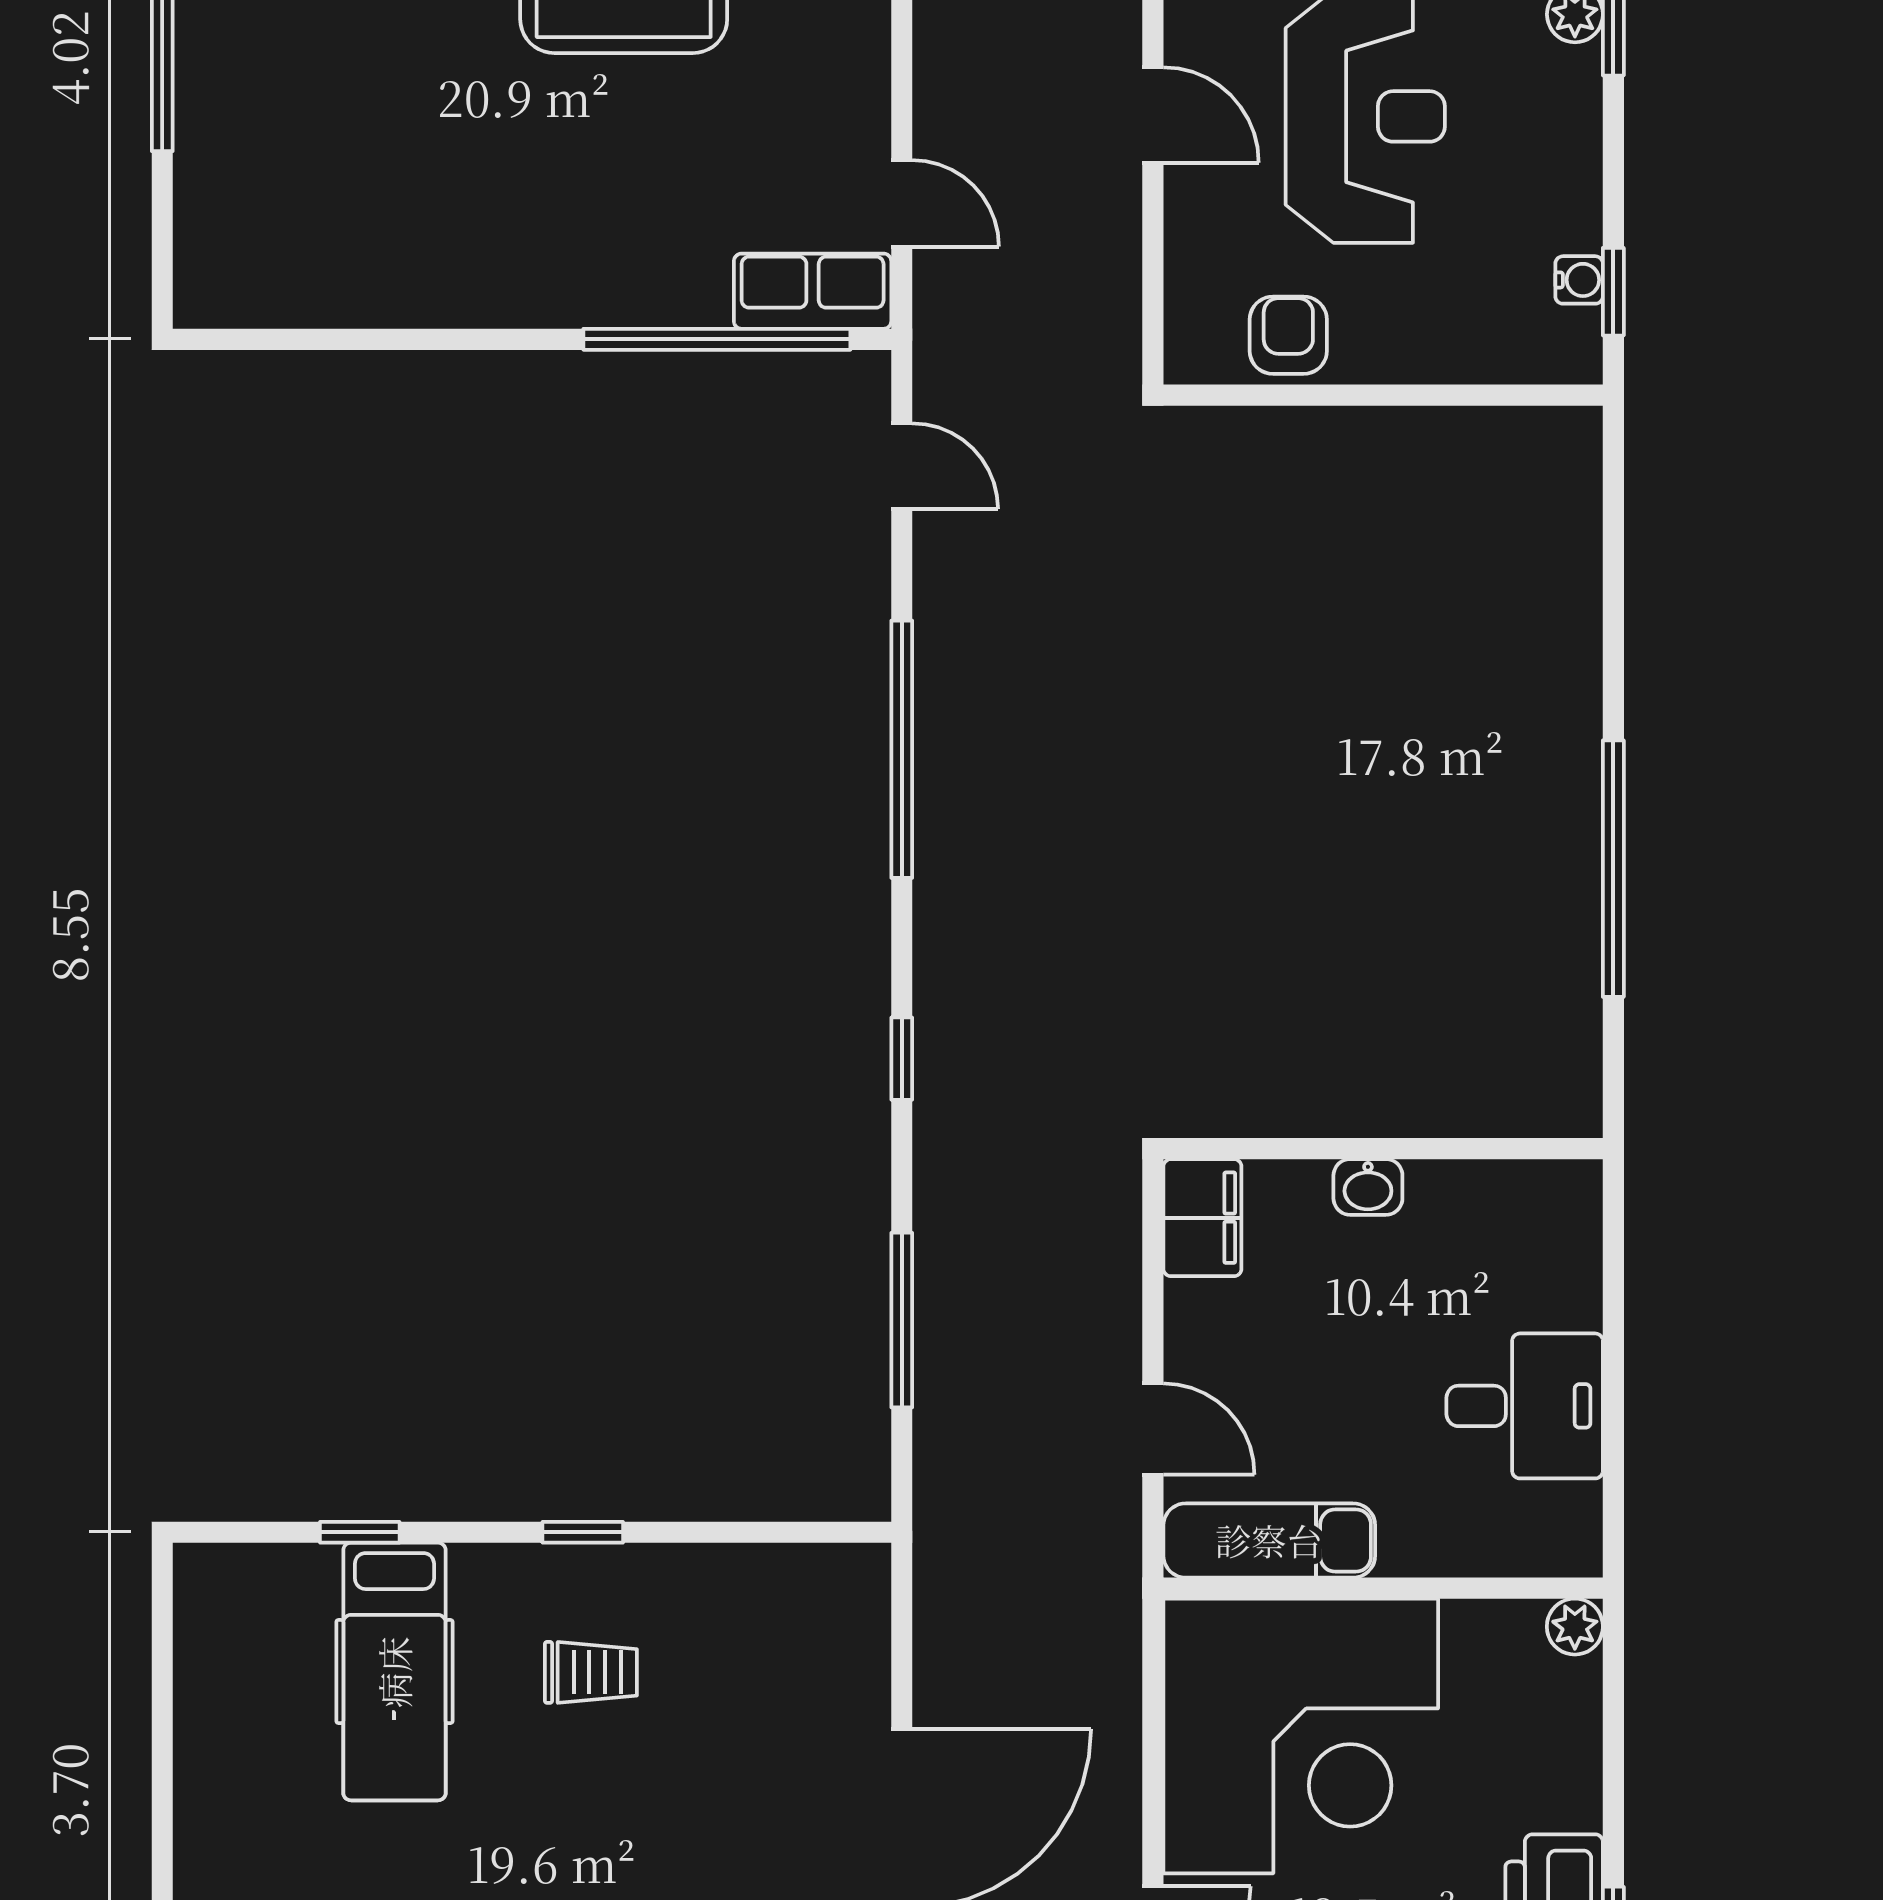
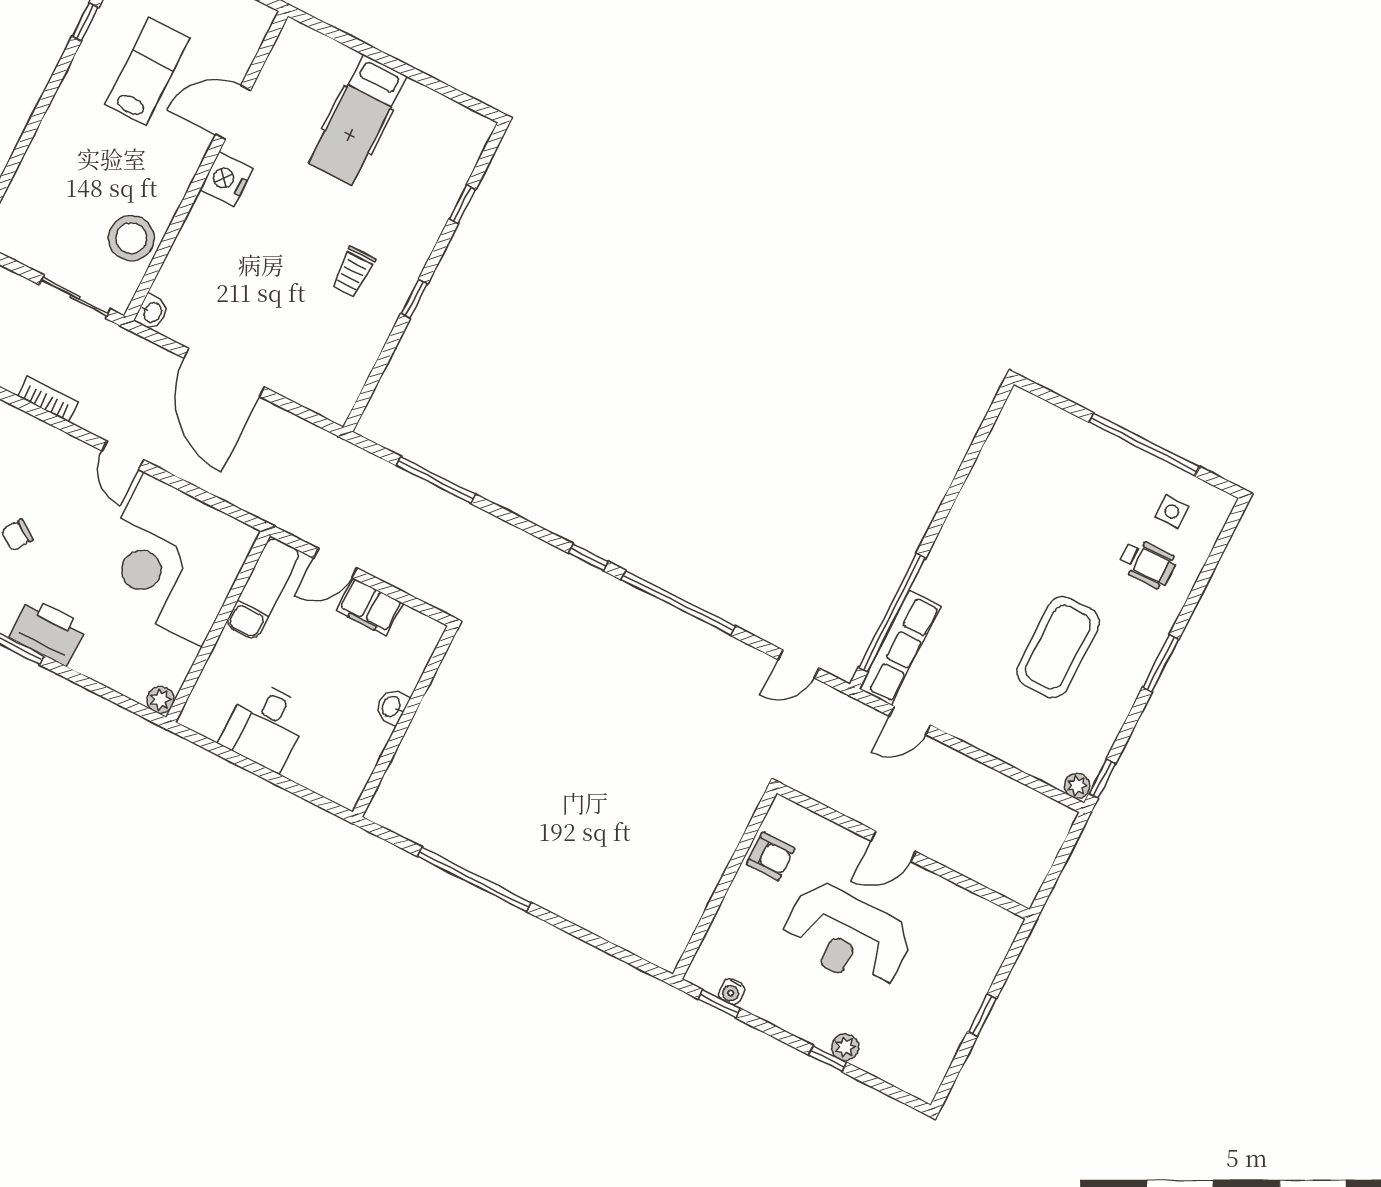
row of seats: (813, 291) -> (900, 648), width x1.48
window: (902, 1059) -> (588, 557), moved
filing cabinet: (1202, 1218) -> (370, 607), moved
hospital bed: (394, 1672) -> (358, 120), moved, turned -90

